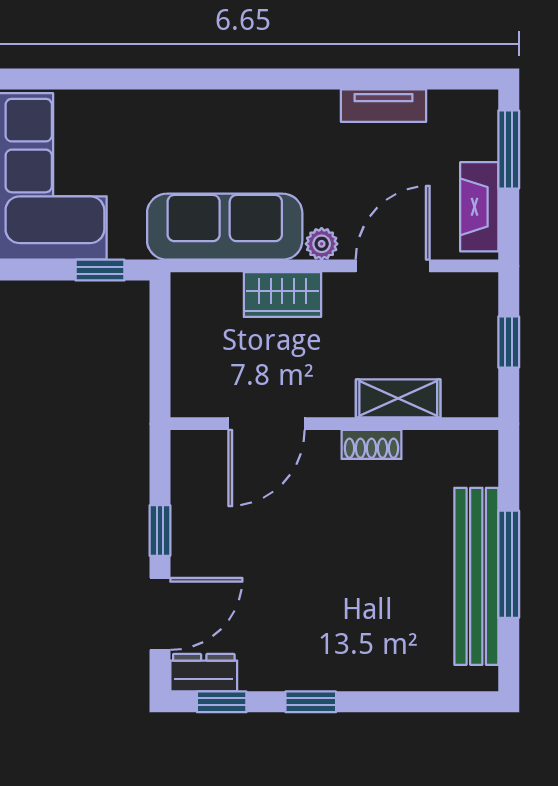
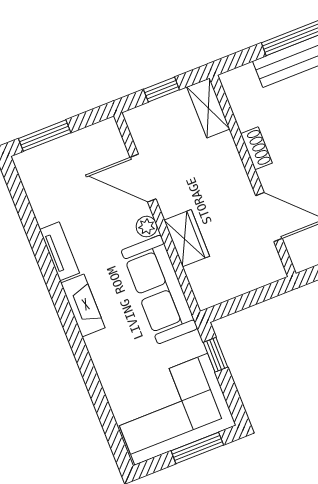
tv unit: (384, 106) -> (60, 251), moved
fireplace: (479, 207) -> (83, 305), moved, turned -90
shelving: (398, 398) -> (208, 108), moved

